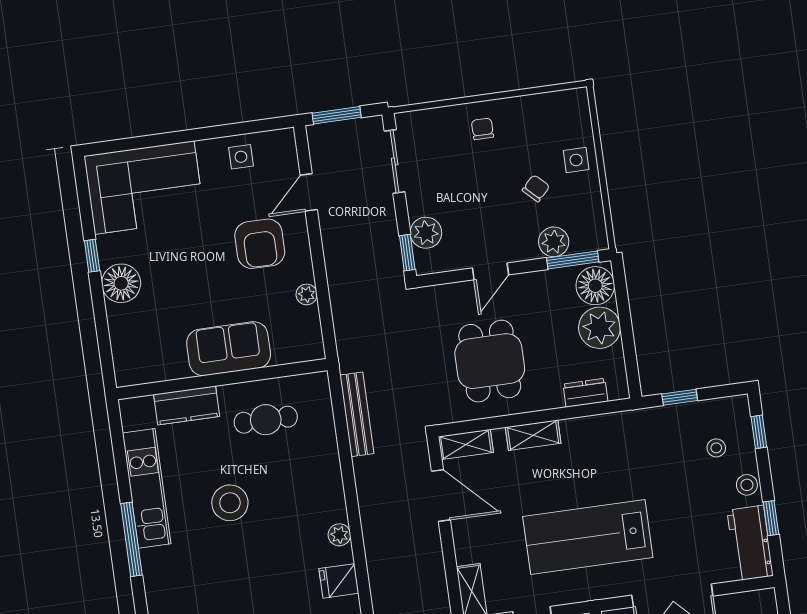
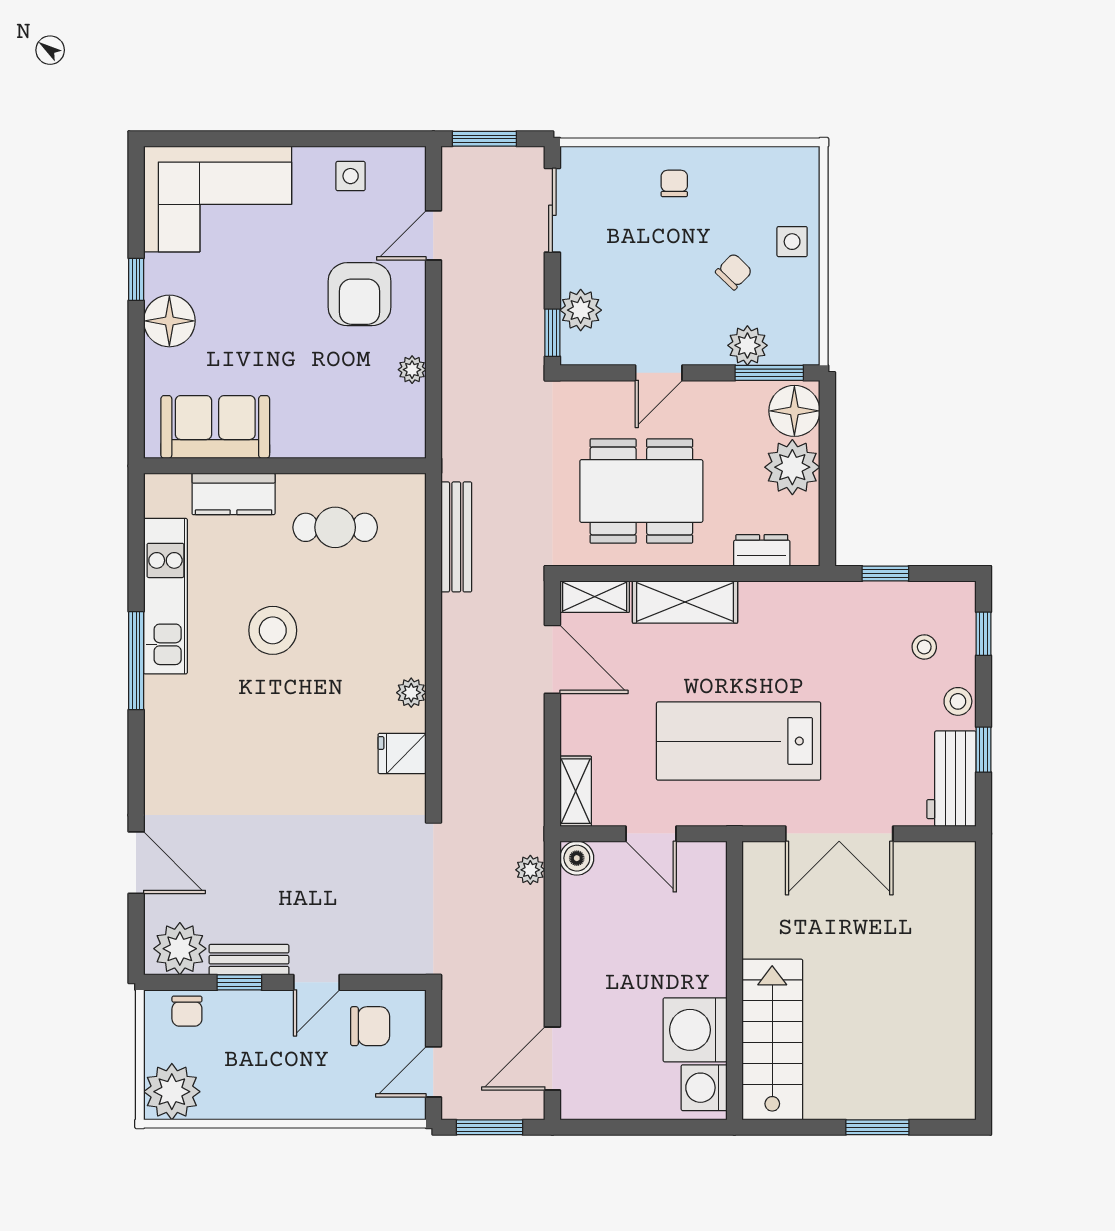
sofa: (229, 349) -> (215, 427), moved
dining table: (490, 361) -> (641, 491), width x1.38
shelving: (533, 435) -> (685, 602), width x1.50, depth x1.33

